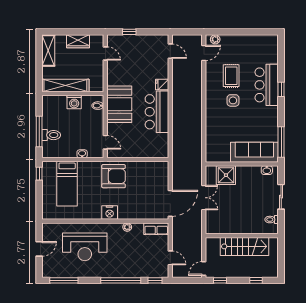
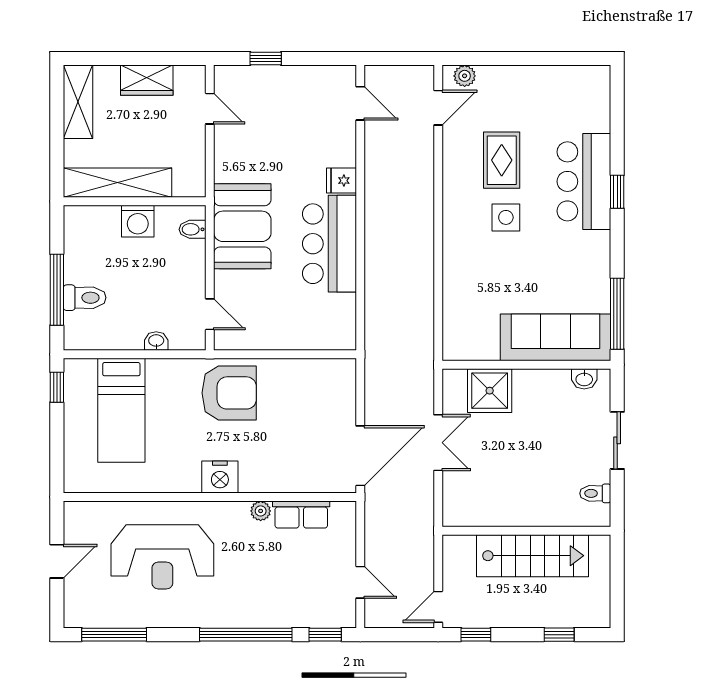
row of seats: (156, 229) -> (301, 515), moved

